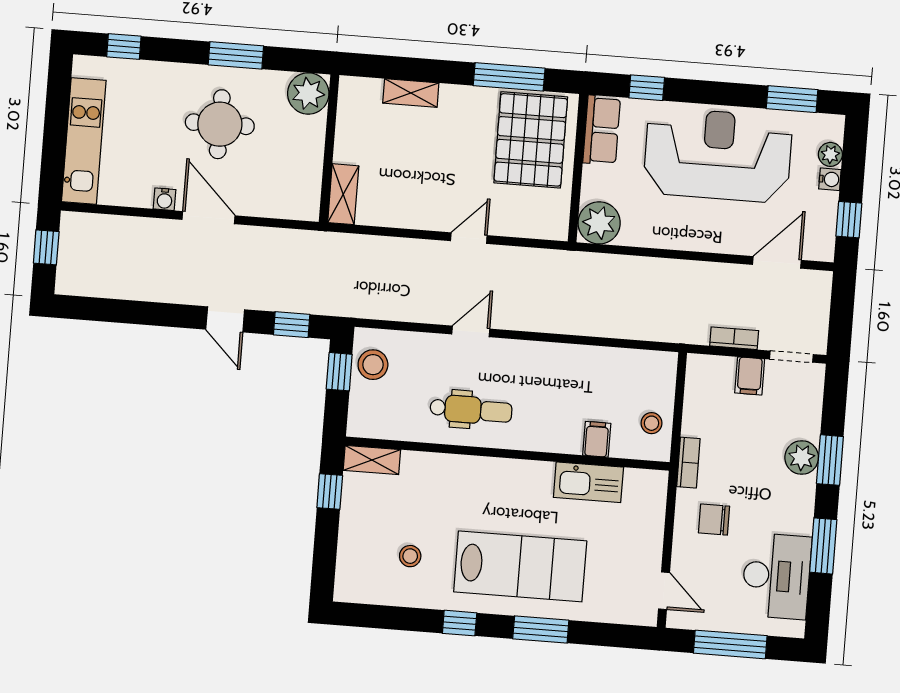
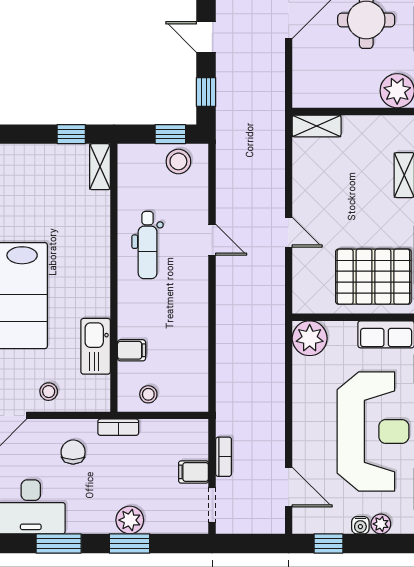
door: (225, 319) -> (206, 37), hinge flipped
stool: (410, 556) -> (49, 392), moved

